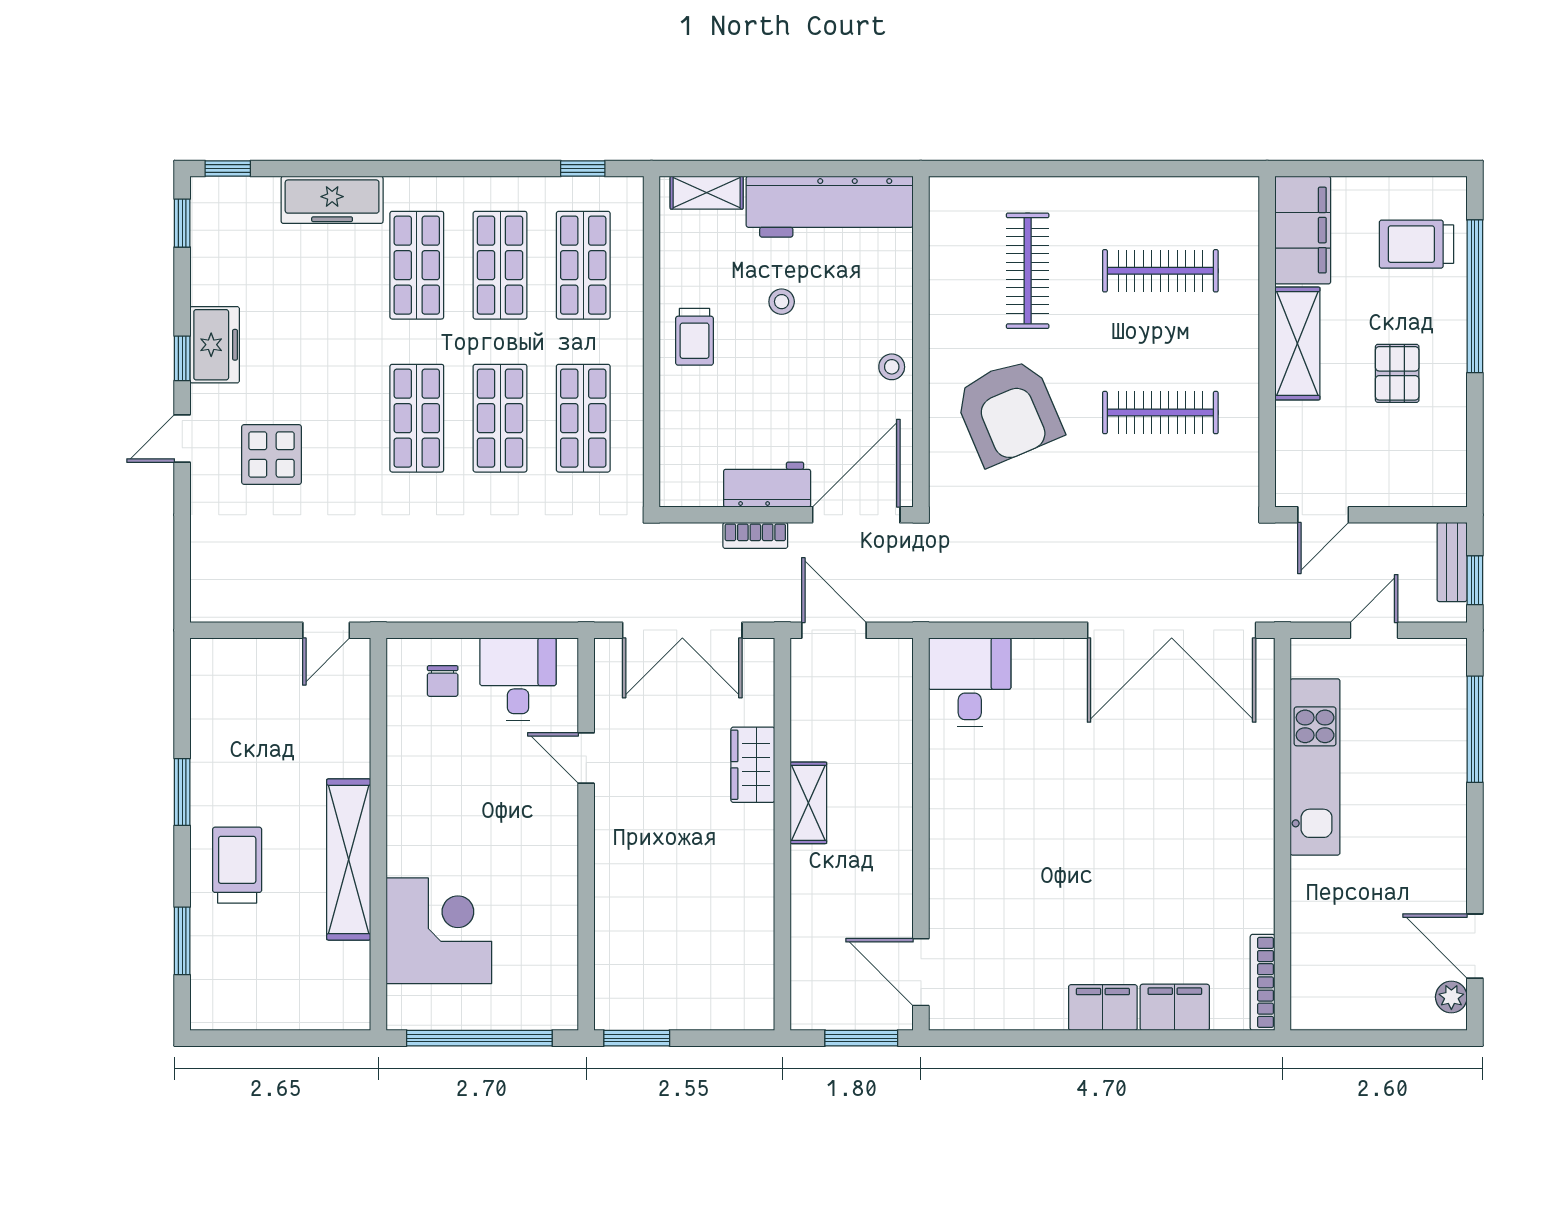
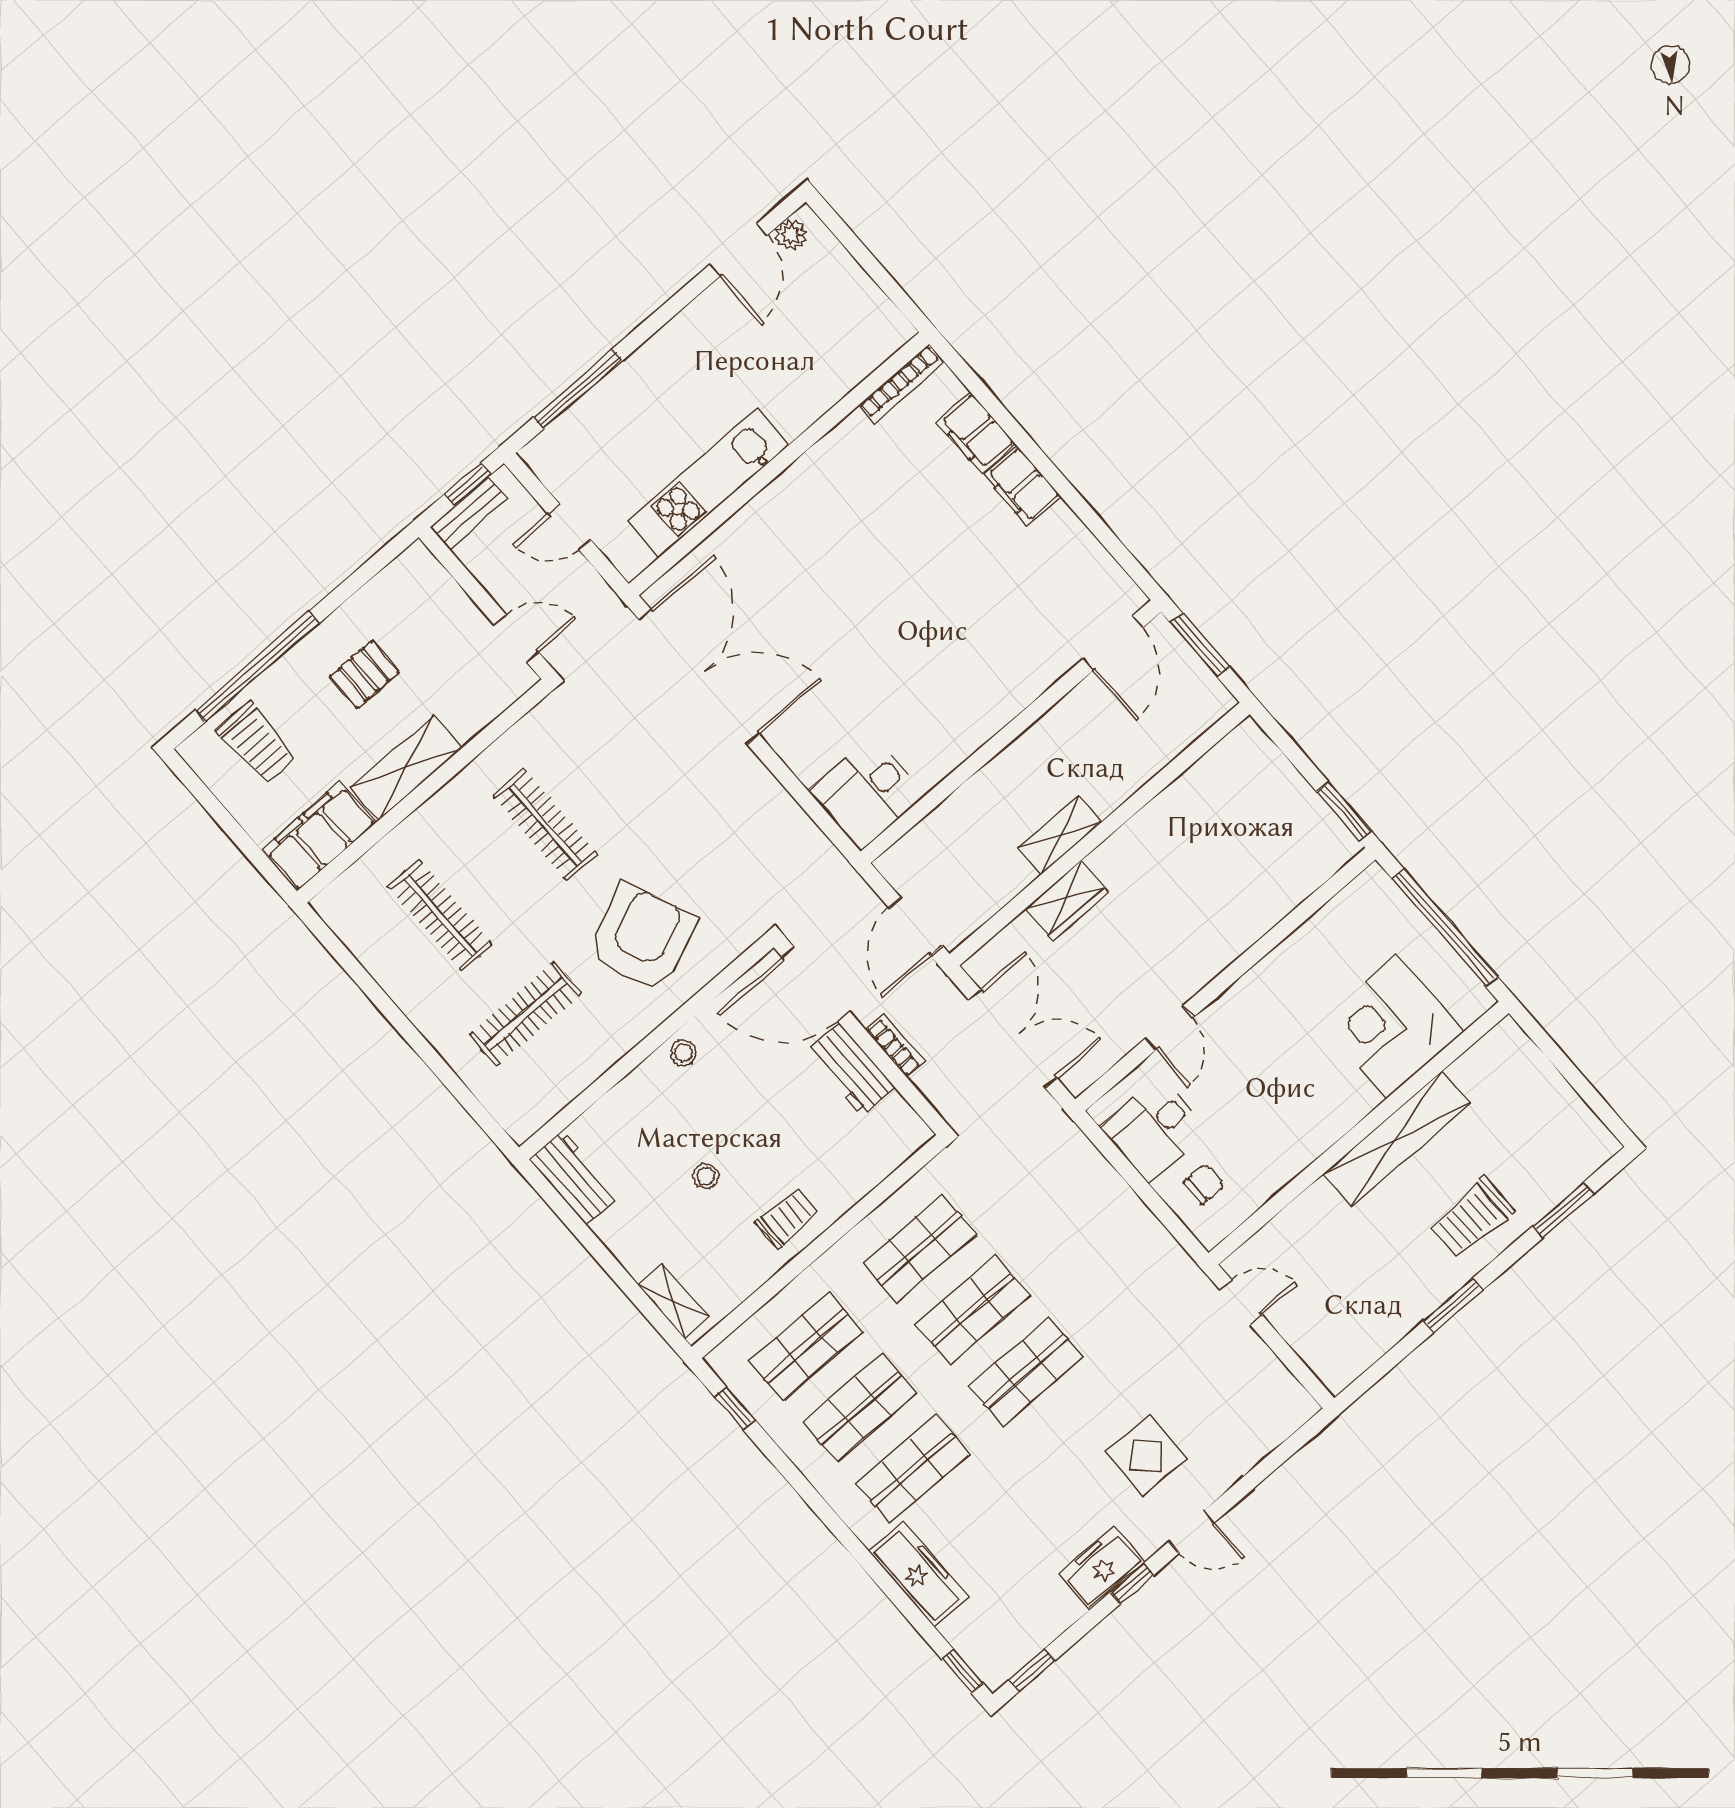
workbench: (830, 207) -> (574, 1177), width x0.53, depth x0.76

